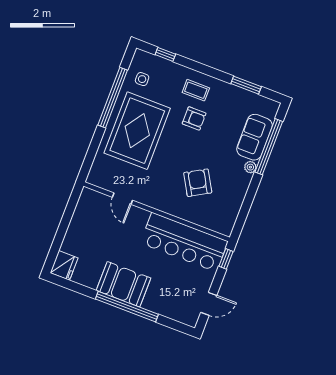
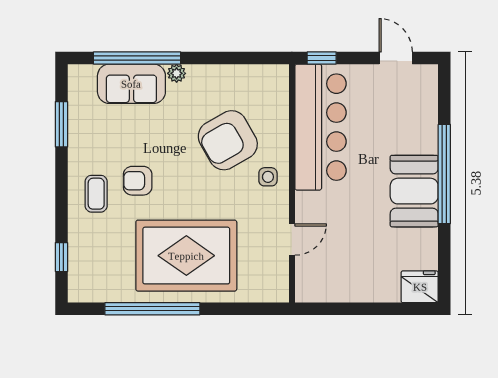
side table: (142, 79) -> (268, 177), moved
armchair: (194, 118) -> (138, 181), turned -90
armchair: (198, 183) -> (228, 140), width x1.36, depth x1.36

